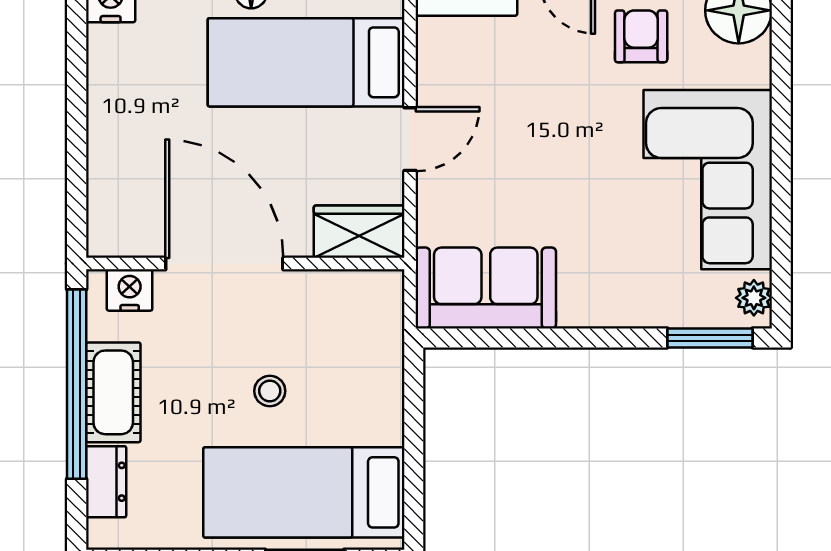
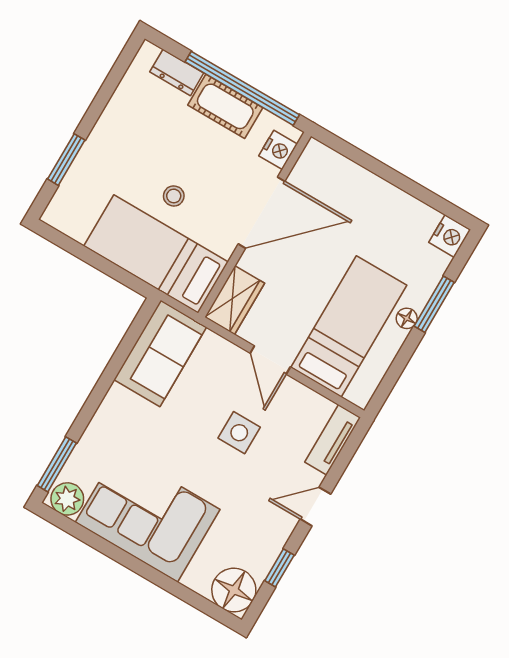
armchair: (641, 36) -> (252, 526), removed
side table: (529, 124) -> (239, 433), added
plant: (754, 298) -> (67, 499), width x1.38, depth x1.38
bed: (304, 492) -> (156, 254), moved, turned -90

